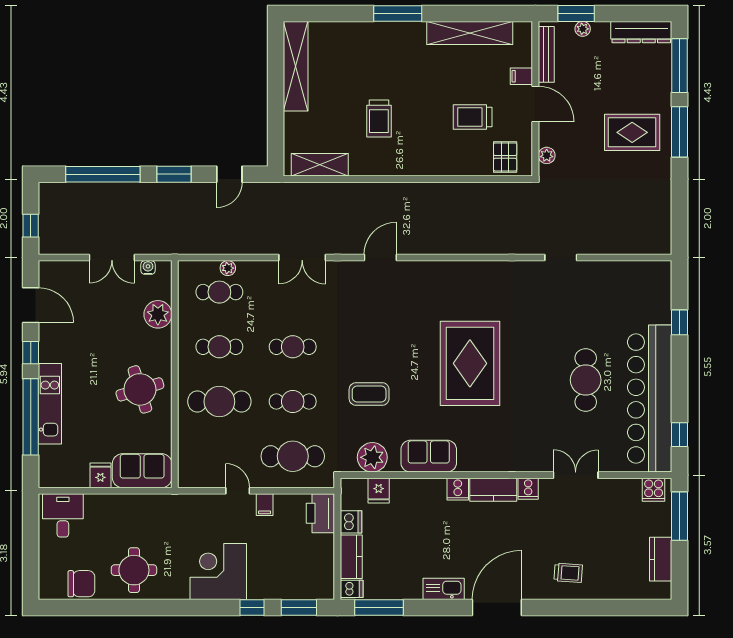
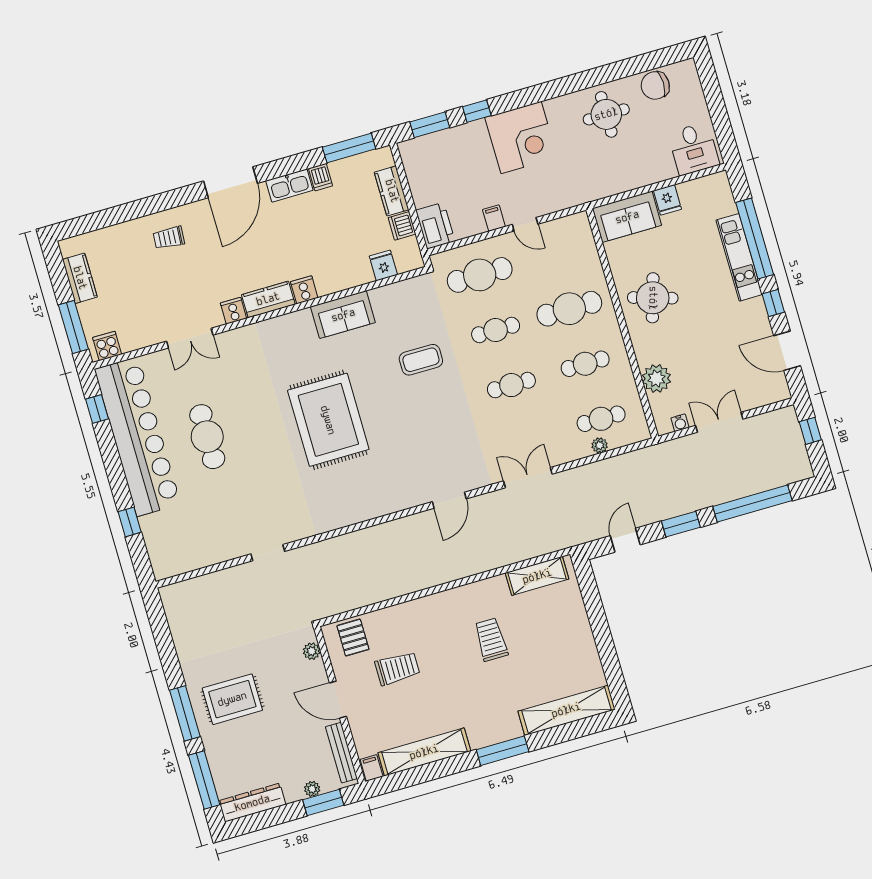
shelving: (296, 66) -> (566, 710), moved, turned 90
filing cabinet: (521, 76) -> (372, 768), moved, turned -90
round table: (140, 389) -> (653, 298), turned 34
plant: (372, 457) -> (399, 297), removed
dishwasher: (352, 589) -> (320, 177), moved, turned -90

